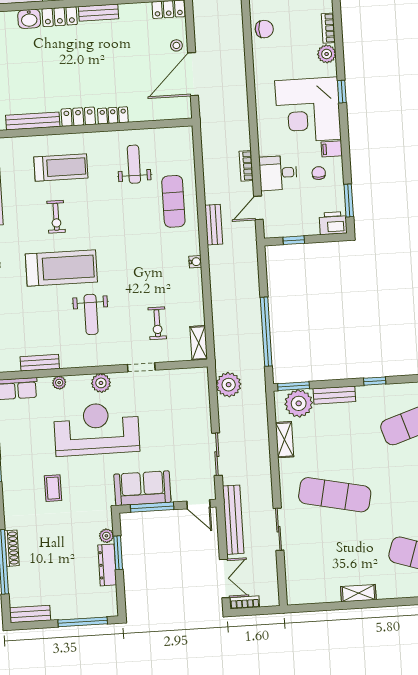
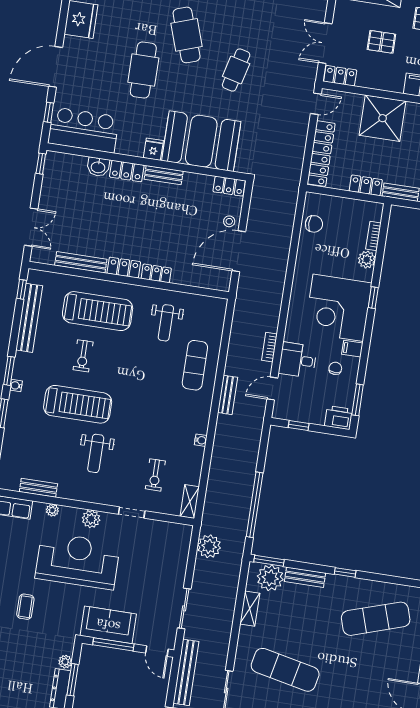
weight bench: (134, 164) -> (166, 323), turned 180
treadmill: (61, 167) -> (98, 311), width x1.37, depth x1.38
water cooler: (195, 262) -> (201, 440), moved

